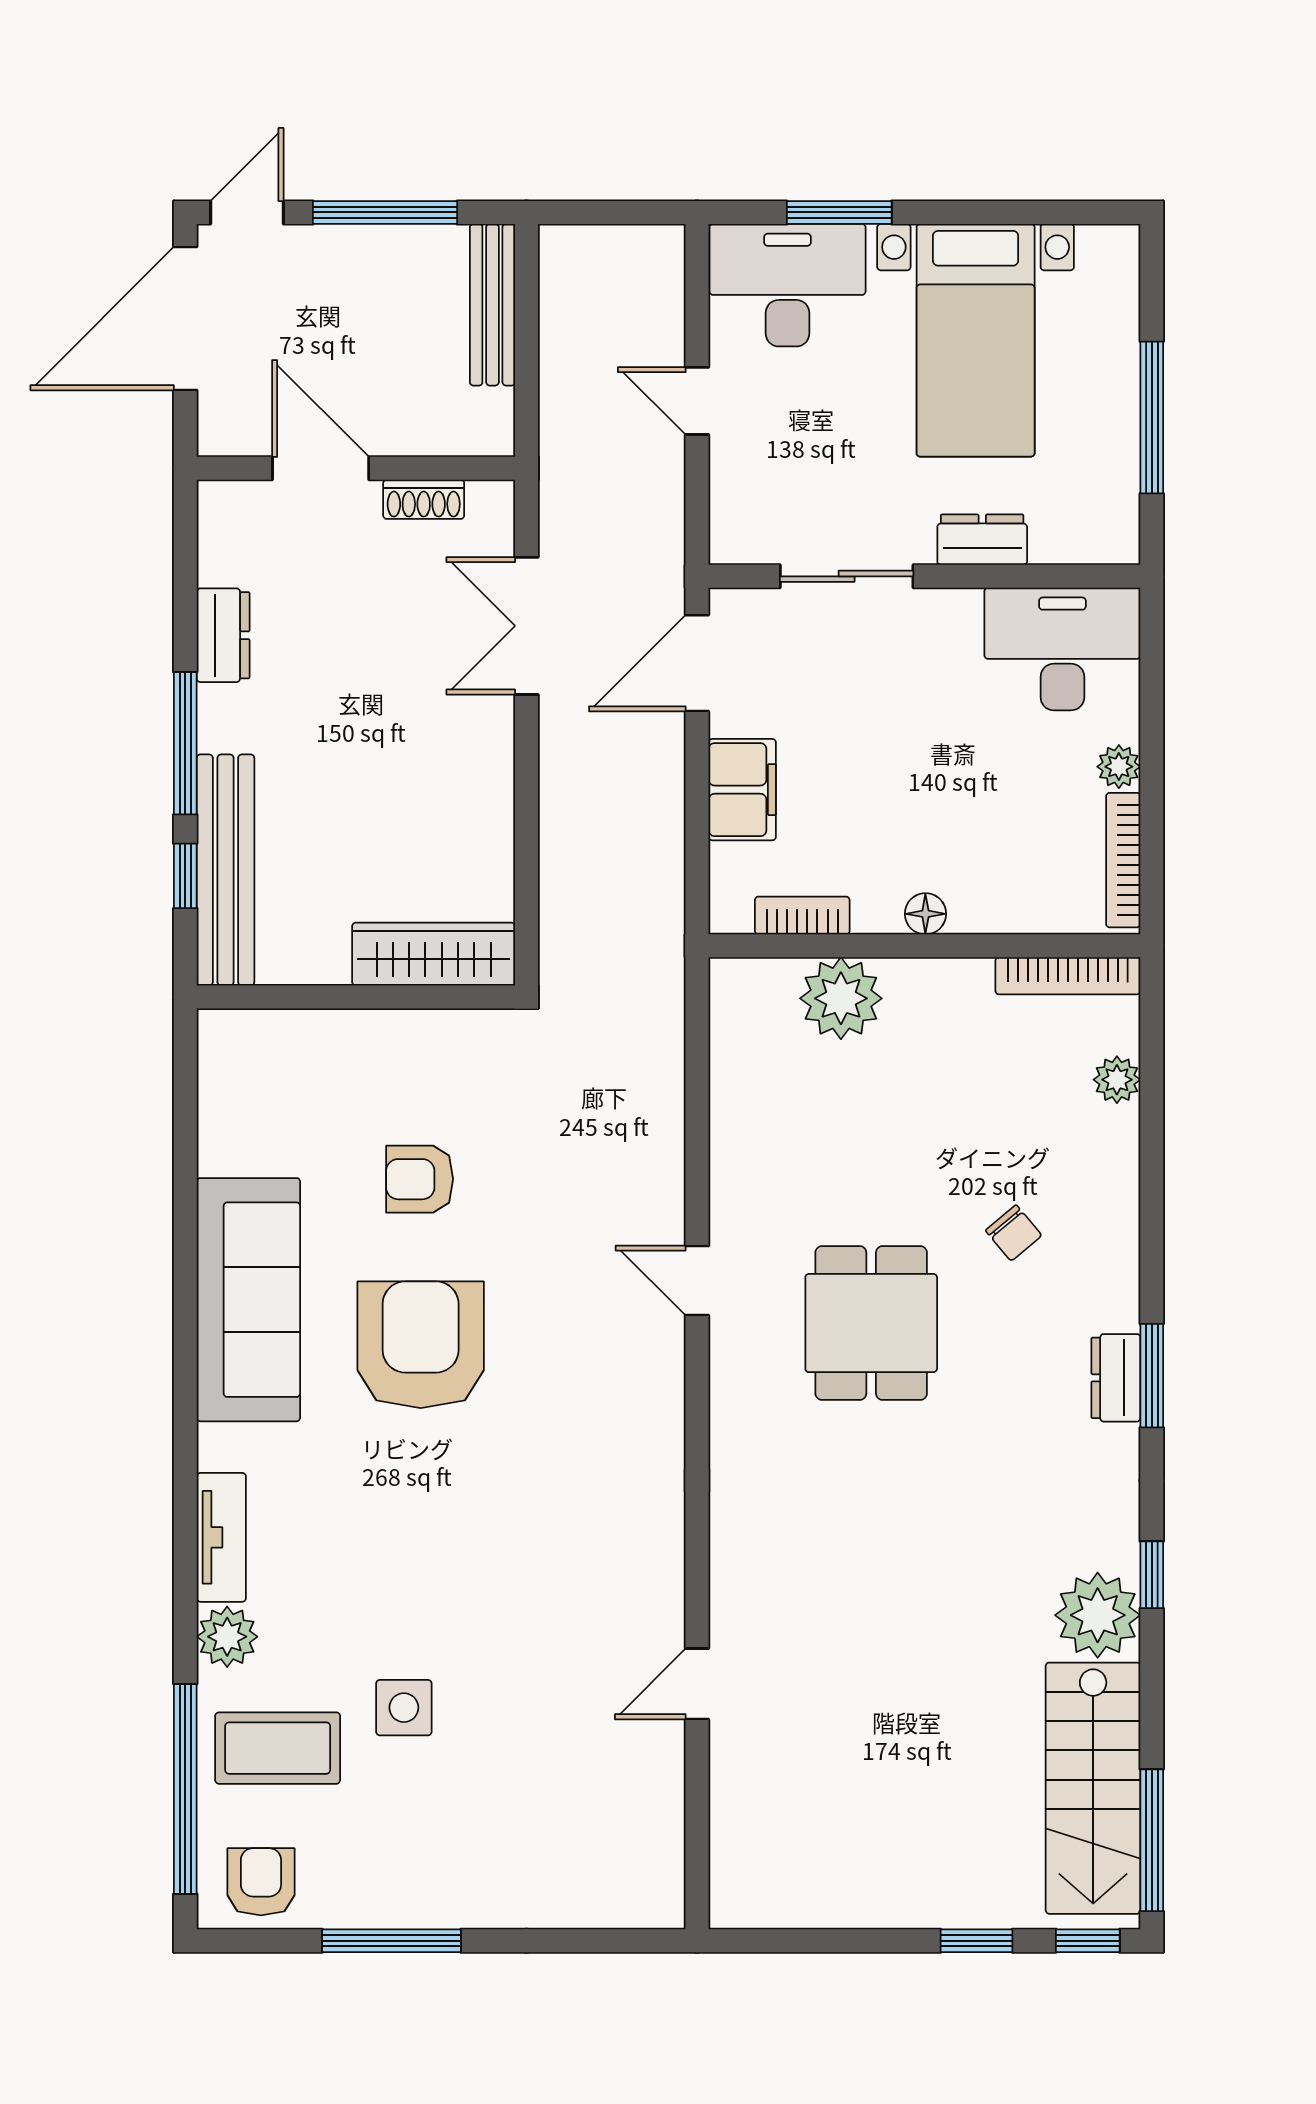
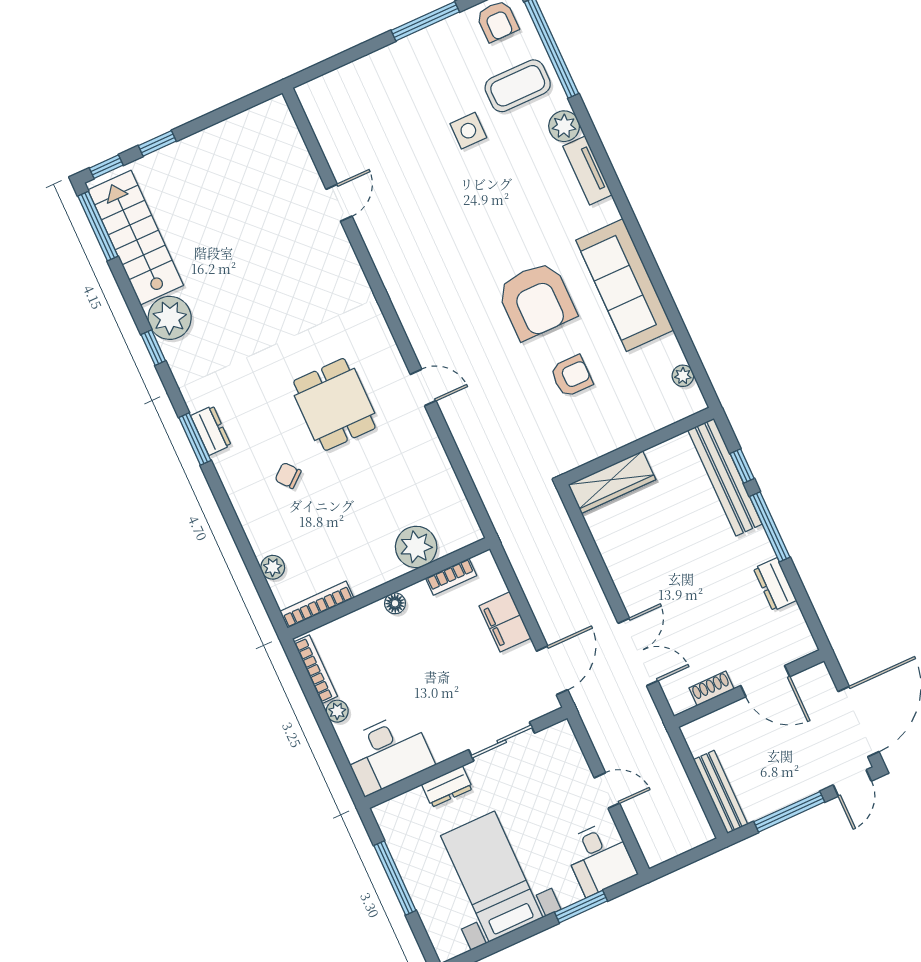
desk: (788, 285) -> (599, 858), width x0.73
plant: (218, 1088) -> (683, 376), added

